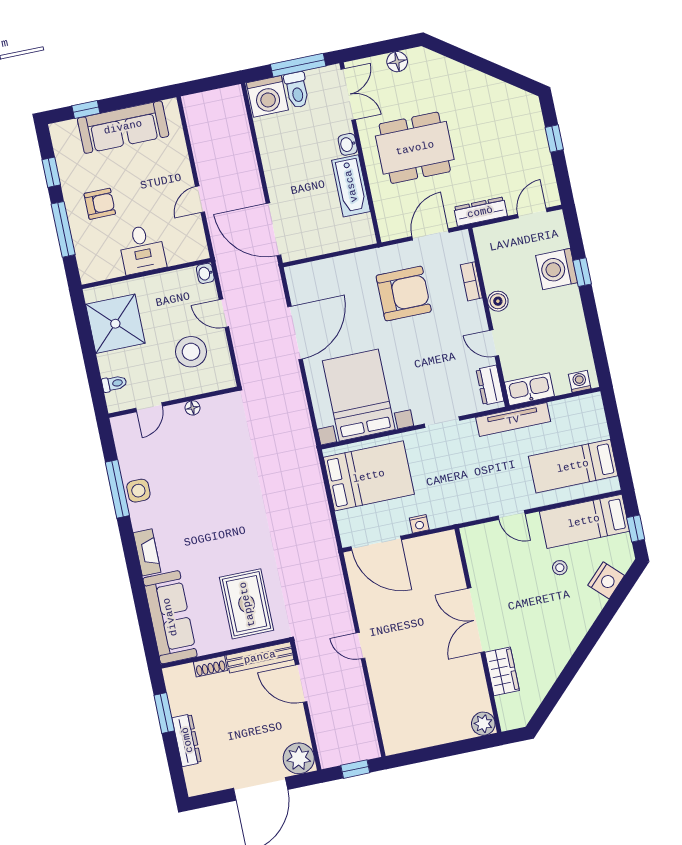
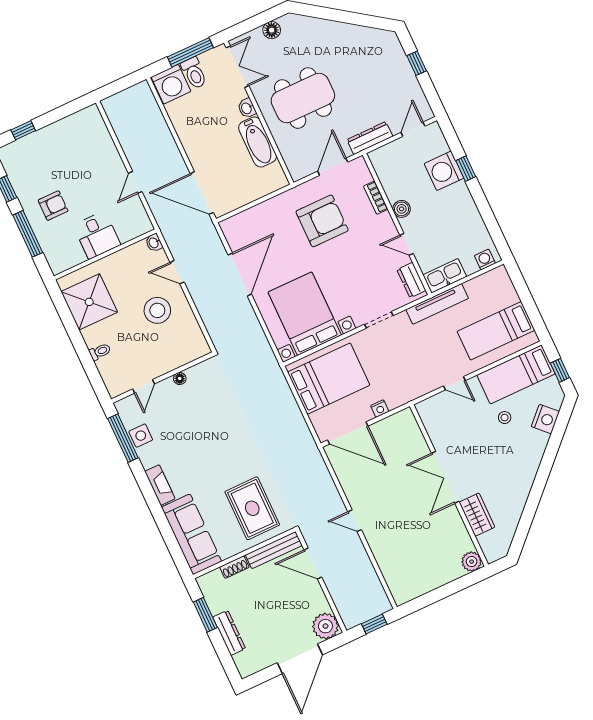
sofa: (123, 127) -> (57, 138), removed
wall: (173, 402) -> (163, 378), moved
door: (149, 407) -> (144, 386), moved
floor lamp: (193, 408) -> (180, 378), moved

